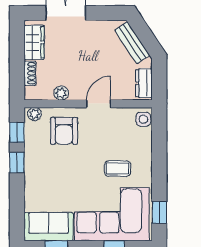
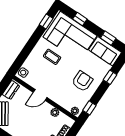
armchair: (64, 131) -> (82, 81), moved
window: (17, 163) -> (110, 77), moved

